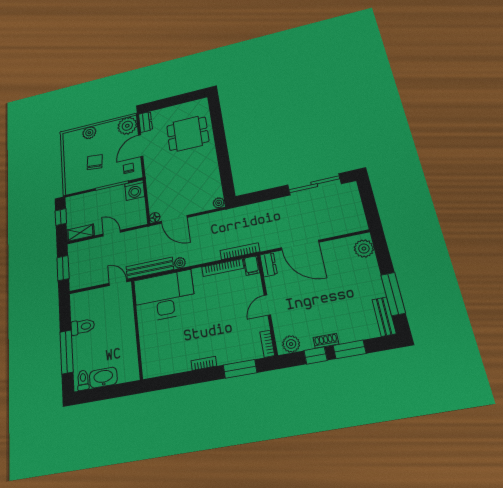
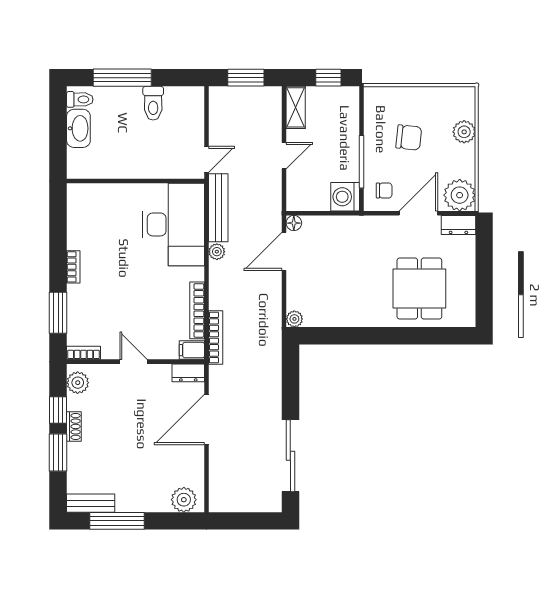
door: (141, 146) -> (418, 213), hinge flipped

